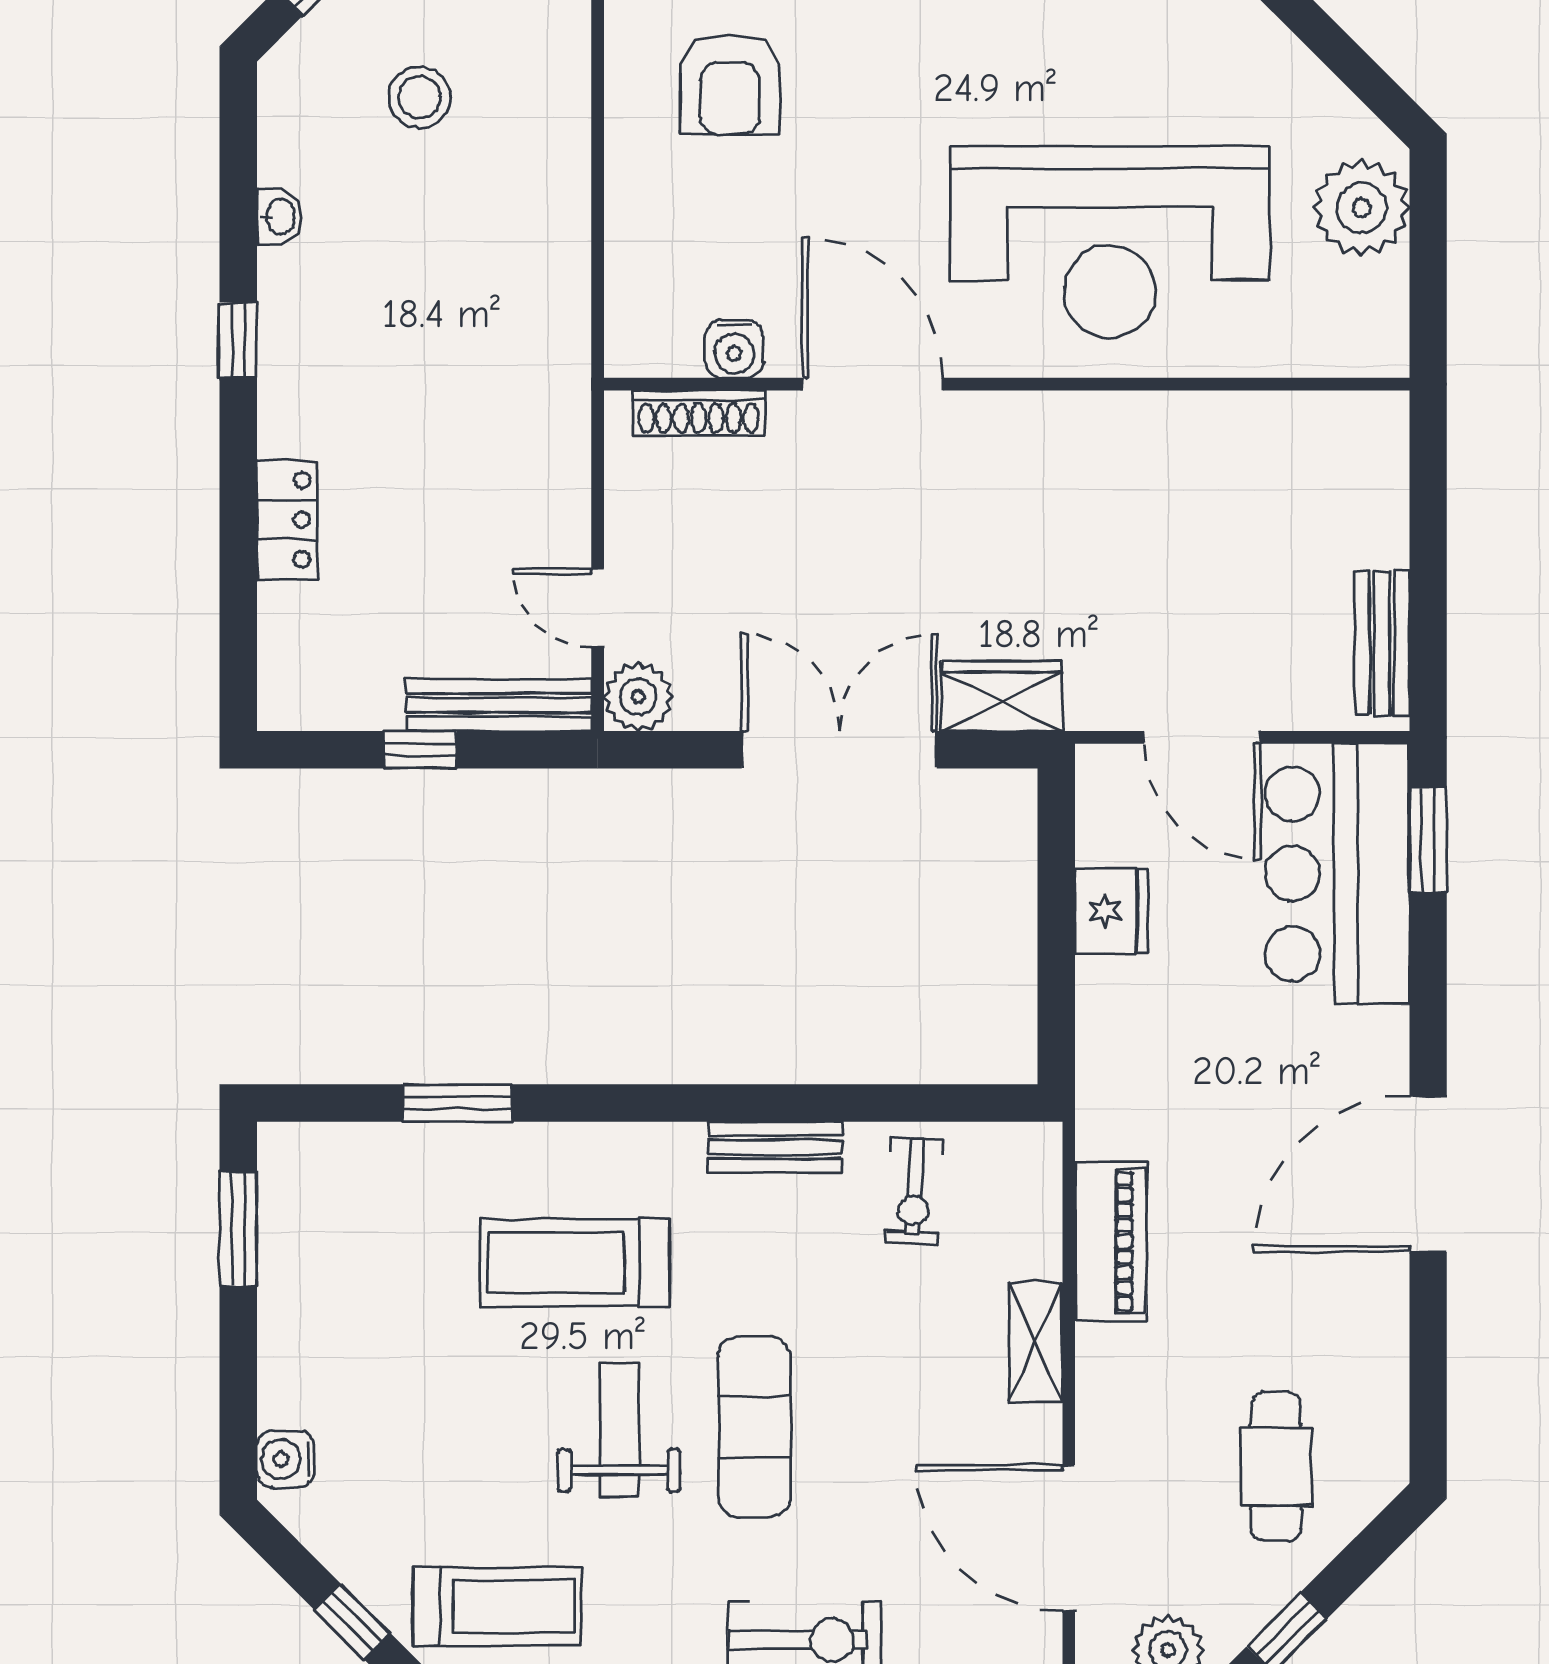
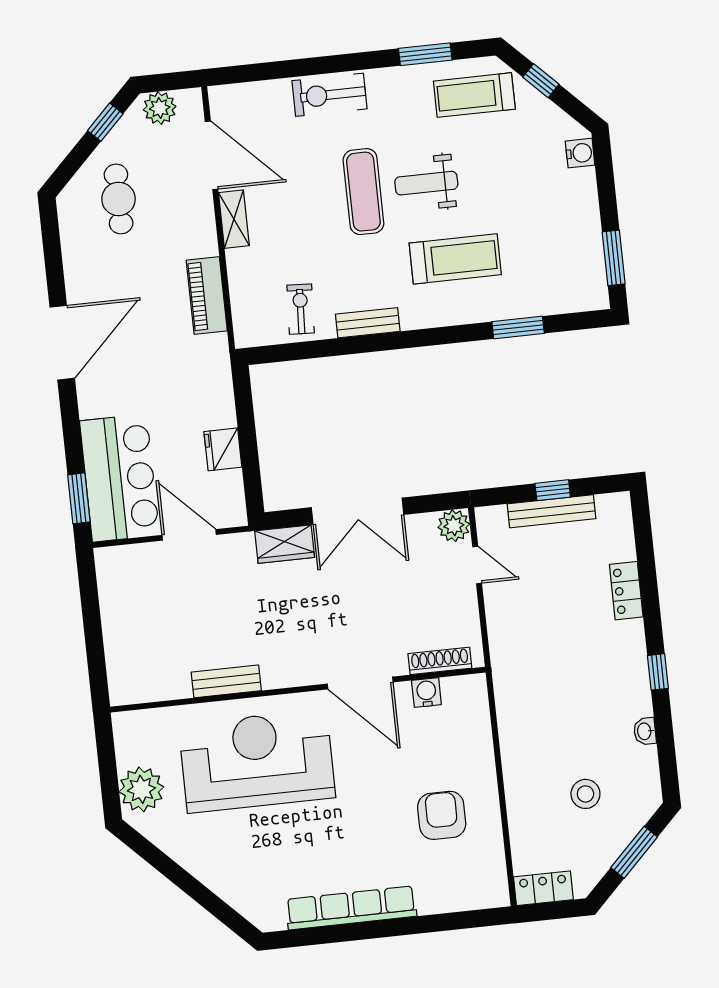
bench: (1382, 643) -> (226, 681), moved, turned 90
bench: (499, 705) -> (552, 511), moved
shelving: (1036, 1342) -> (234, 219), moved
weight bench: (619, 1430) -> (426, 183), turned 90

